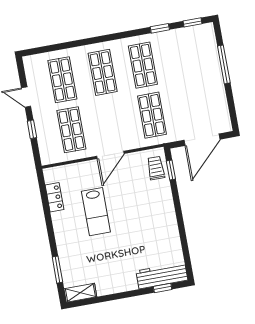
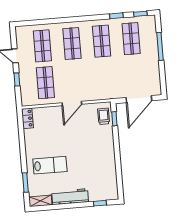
shop shelf: (152, 115) -> (131, 39), moved
locker: (54, 197) -> (27, 118), moved
lab bench: (96, 212) -> (50, 165), moved, turned -90
workbench: (162, 276) -> (70, 197), moved

